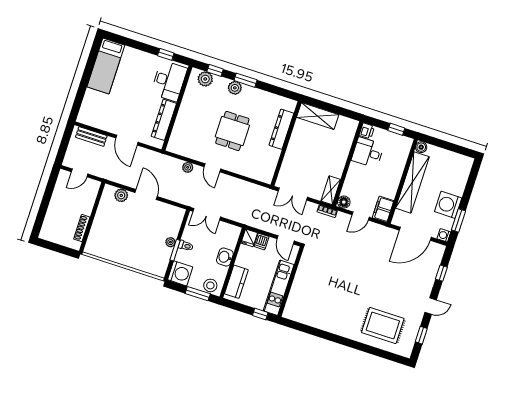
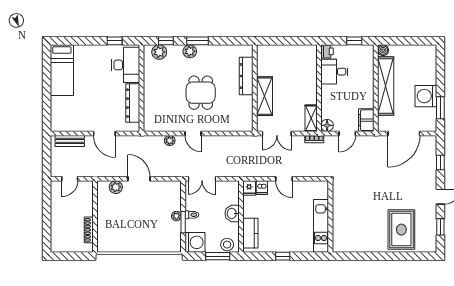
shelving: (318, 116) -> (265, 96), moved, turned 90
washing machine: (444, 235) -> (431, 126), removed
wall: (291, 282) -> (330, 216), moved
kitchen unit: (279, 288) -> (321, 226), moved
rug: (383, 325) -> (401, 230), turned 90

